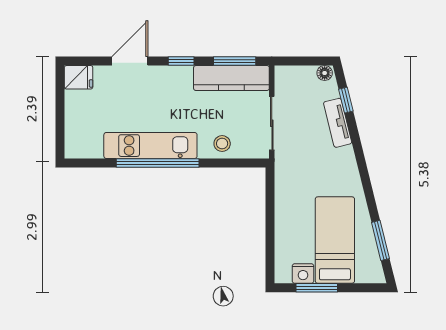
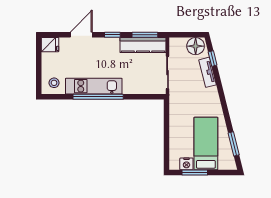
floor lamp: (325, 73) -> (196, 46), width x1.89, depth x1.89
stool: (222, 144) -> (54, 83), moved

